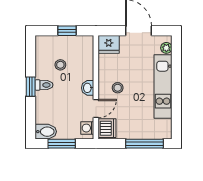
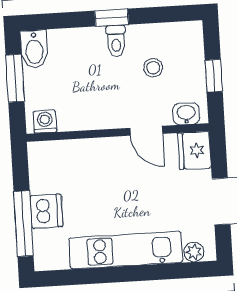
washbasin: (88, 88) -> (186, 114), moved
stool: (118, 88) -> (119, 171), removed
door: (96, 108) -> (146, 131), moved
dishwasher: (107, 128) -> (46, 211), moved, turned -90

